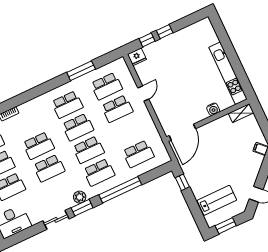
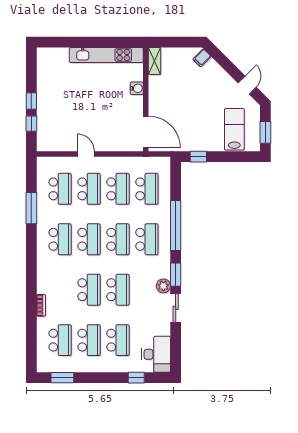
fridge: (137, 57) -> (44, 143), removed
school desk: (128, 131) -> (118, 189), added
plant: (80, 197) -> (163, 286), moved

